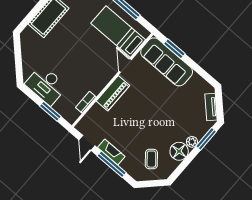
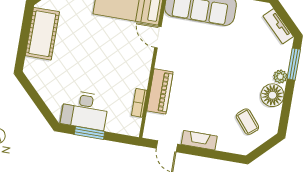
piano: (113, 93) -> (160, 91), moved
window: (50, 111) -> (90, 133), moved
window: (112, 164) -> (208, 153), removed

